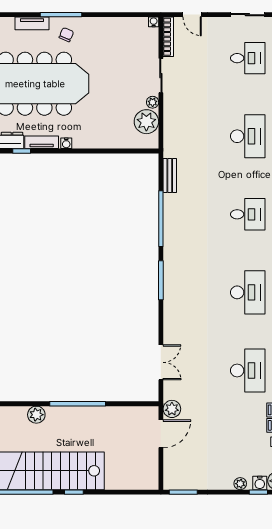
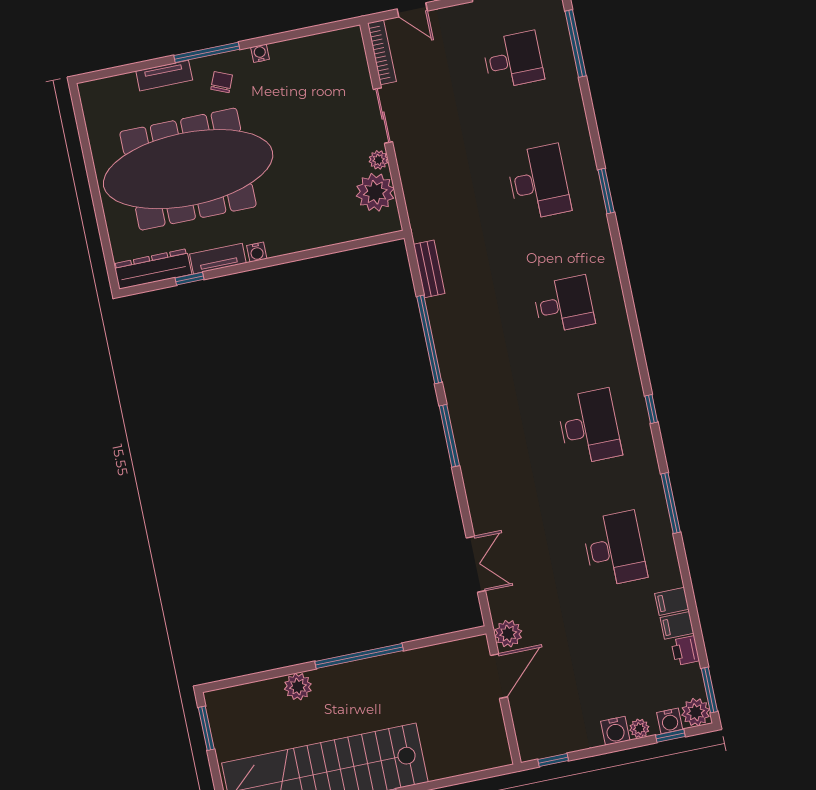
water cooler: (154, 22) -> (260, 53), moved
water cooler: (225, 482) -> (615, 731), added
window: (183, 492) -> (553, 760), width x0.67

